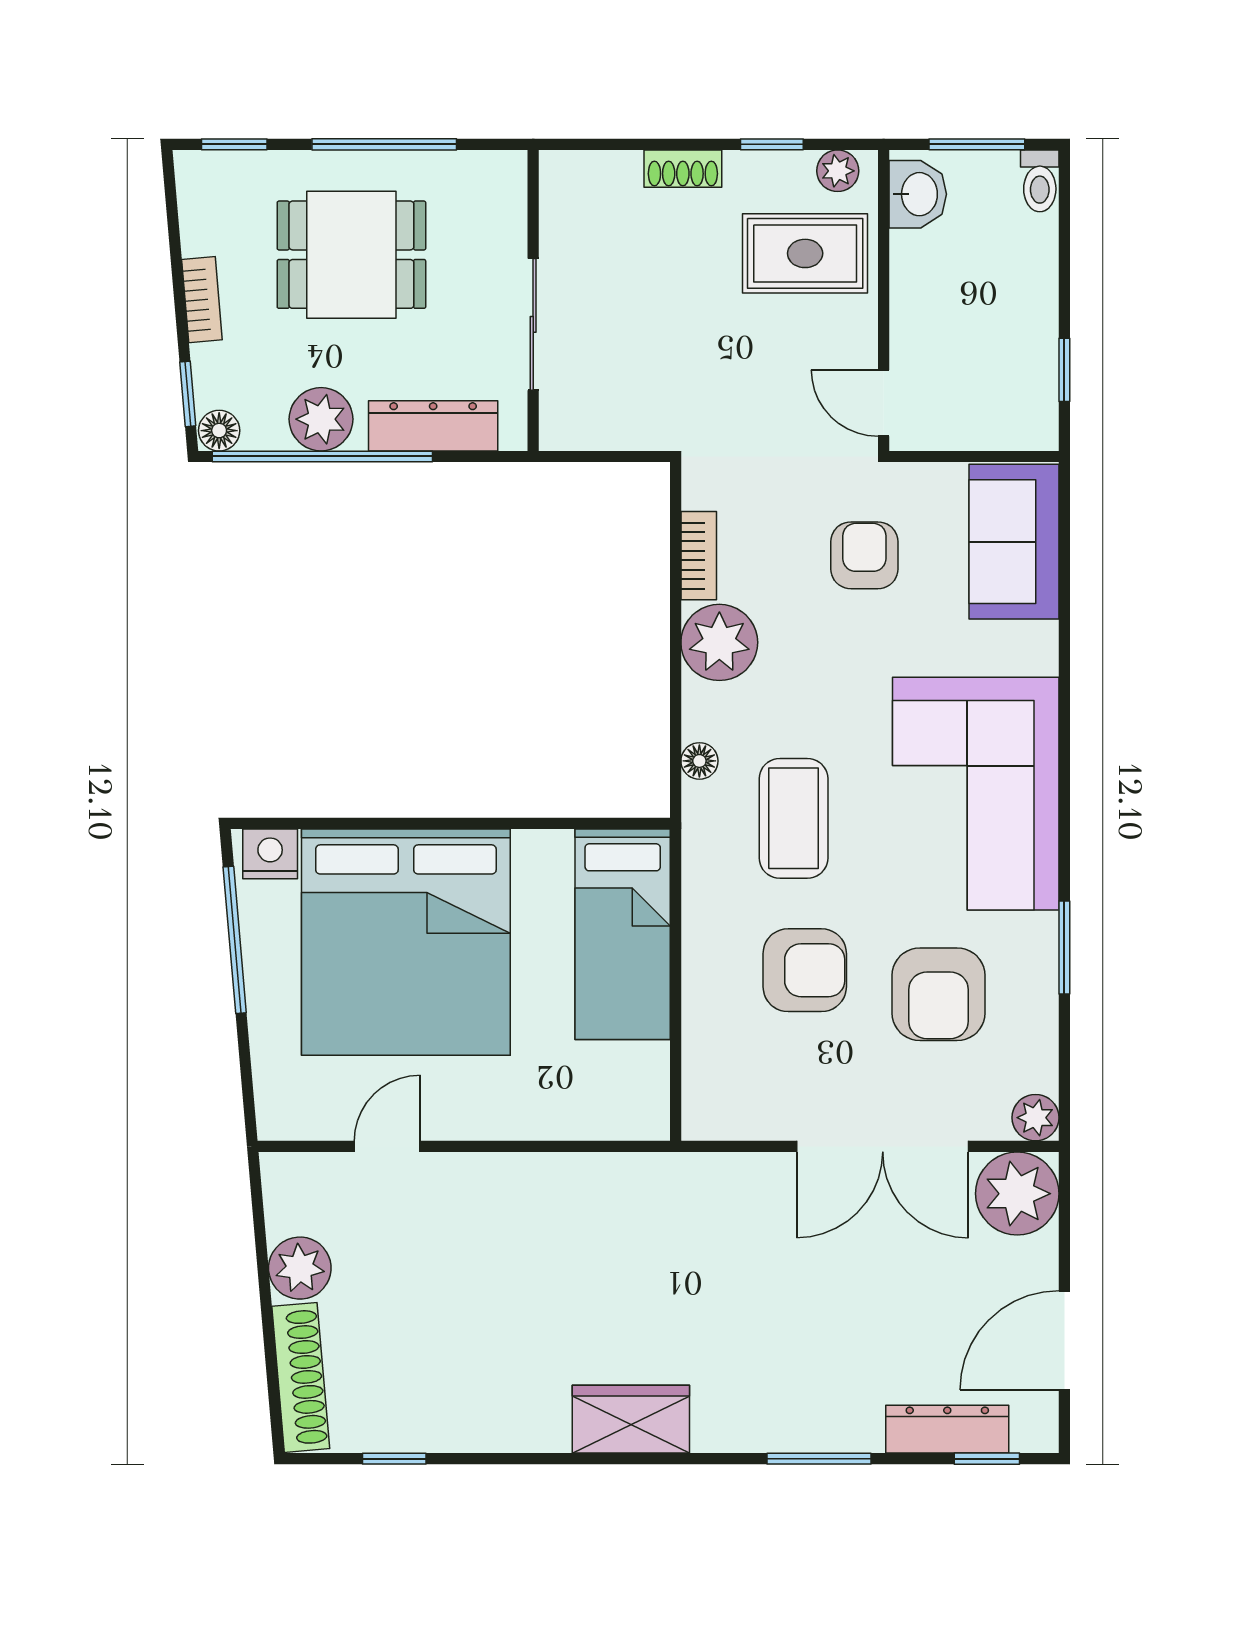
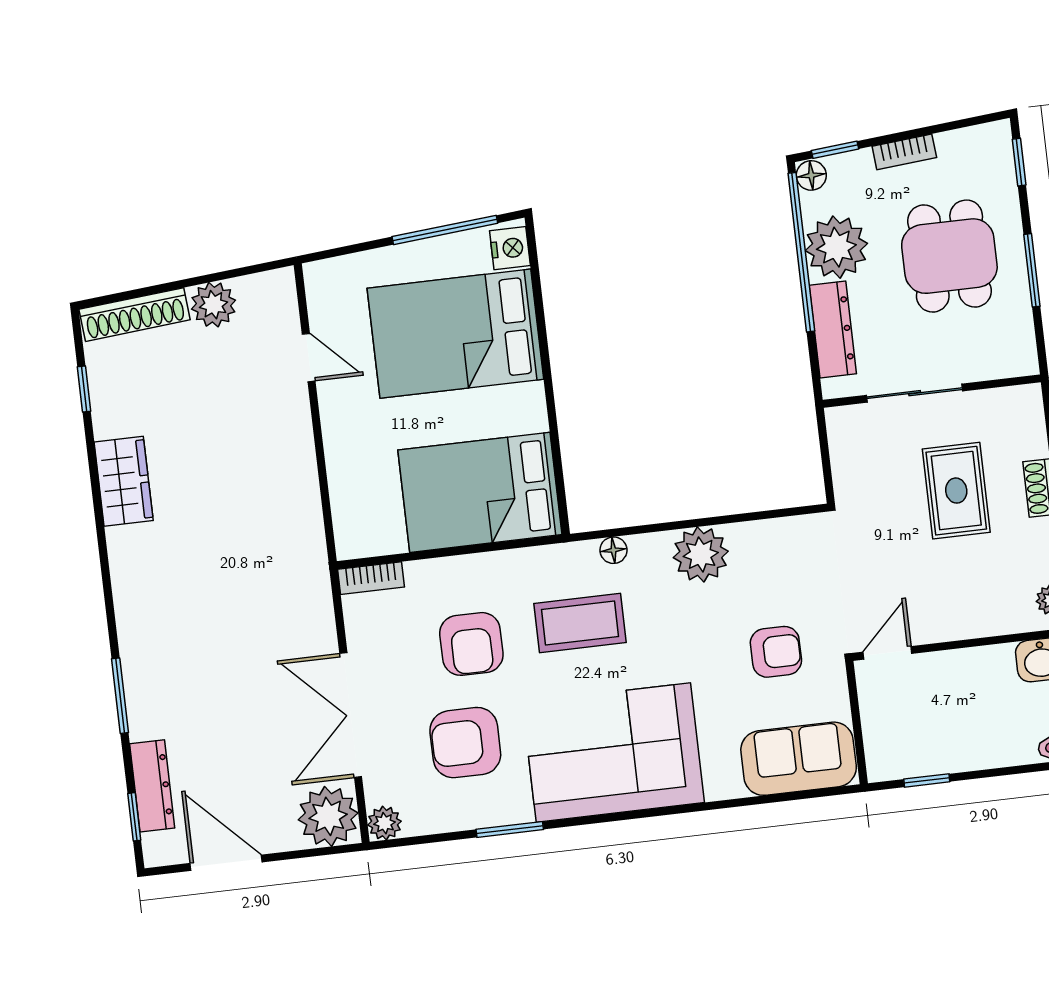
window: (384, 144) -> (1032, 270), width x0.69
rug: (805, 253) -> (956, 491), moved
plant: (321, 419) -> (836, 247), width x1.36, depth x1.36
bookcase: (699, 556) -> (371, 578), moved
bed: (623, 934) -> (480, 492), width x1.50
bed: (406, 942) -> (455, 334), width x0.73
wardrobe: (631, 1419) -> (124, 481), moved

